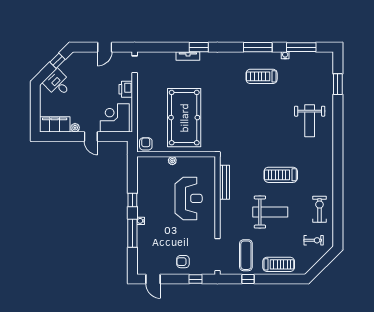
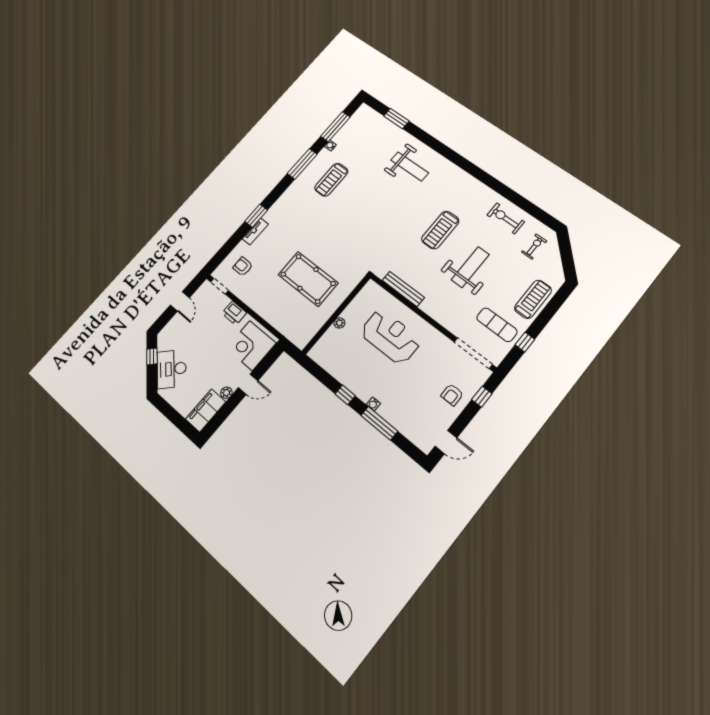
desk: (58, 83) -> (172, 369), width x1.37
pool table: (184, 118) -> (308, 279), width x0.73, depth x0.76
armchair: (146, 144) -> (243, 267), moved

